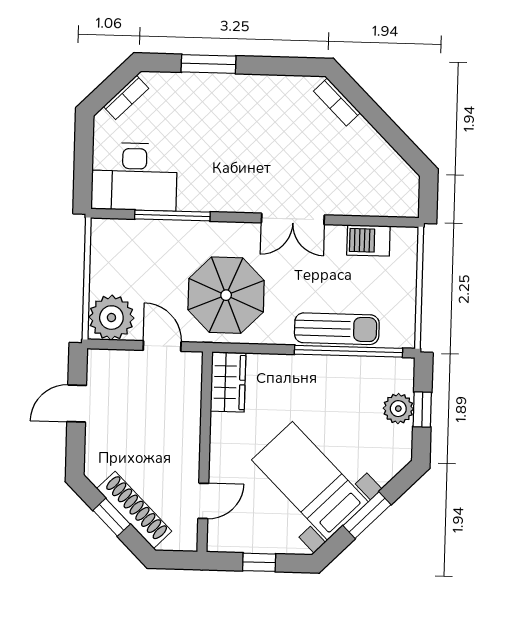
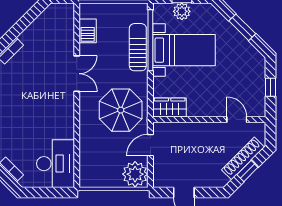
window: (172, 216) -> (77, 141), removed
bed with nightstands: (310, 481) -> (184, 50), moved, turned -135

